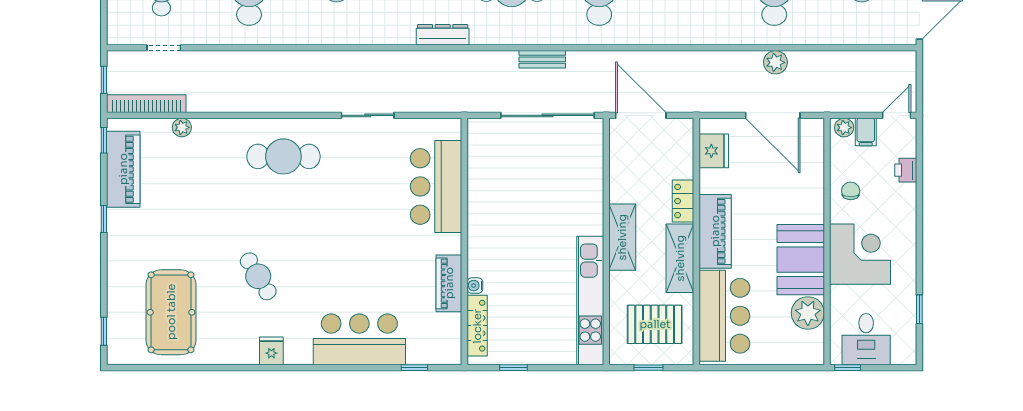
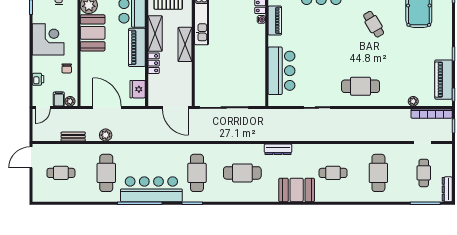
bench: (542, 59) -> (73, 137), moved
corner desk: (860, 254) -> (48, 39), moved, turned 180

